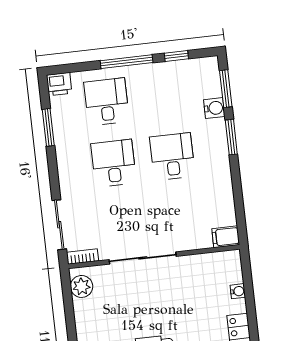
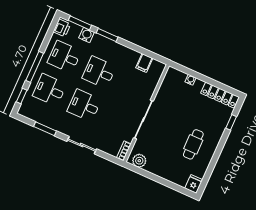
window: (176, 56) -> (22, 96), moved
printer: (59, 84) -> (62, 28), moved
desk: (165, 95) -> (64, 57), added
sliding door: (59, 225) -> (82, 145), moved
filing cabinet: (226, 237) -> (144, 63), moved

